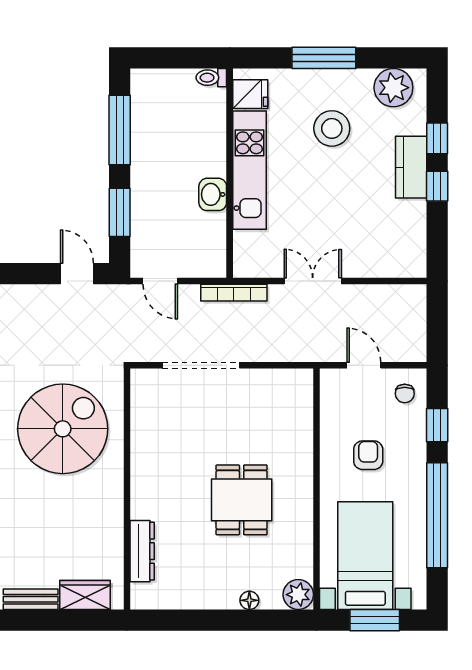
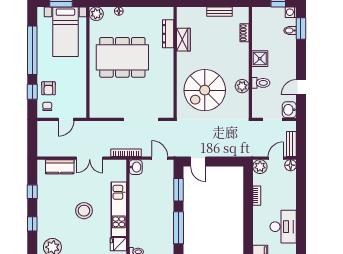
stool: (332, 128) -> (84, 211), moved
kitchen counter: (411, 167) -> (60, 167), moved, turned 90
window: (437, 186) -> (32, 192), moved
washbasin: (213, 194) -> (136, 167), moved
door: (364, 365) -> (66, 119), hinge flipped
armchair: (368, 455) -> (48, 88), moved
dining table: (242, 500) -> (122, 57), width x1.88, depth x1.24
wardrobe: (85, 595) -> (183, 40), moved, turned -90

